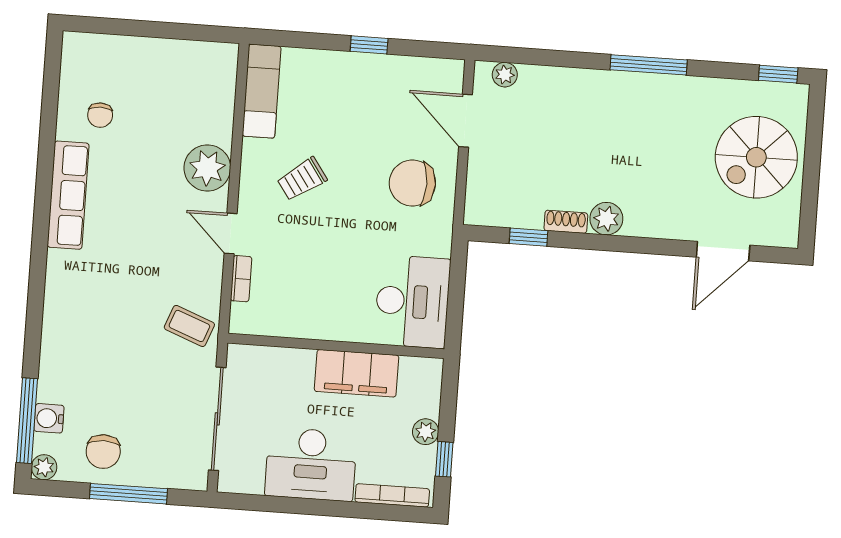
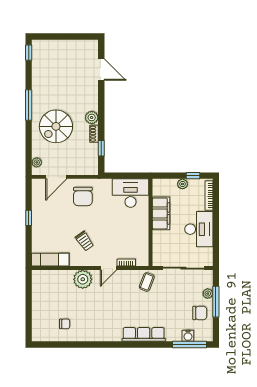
spiral stairs: (756, 157) -> (56, 126), moved, turned 90
row of seats: (68, 195) -> (144, 334), moved
plant: (44, 467) -> (208, 294), moved

